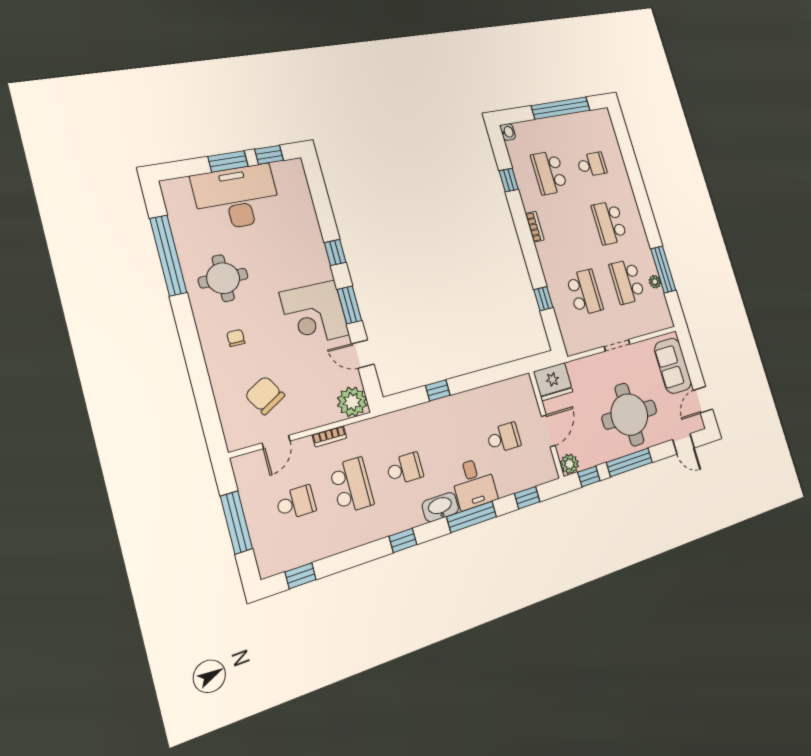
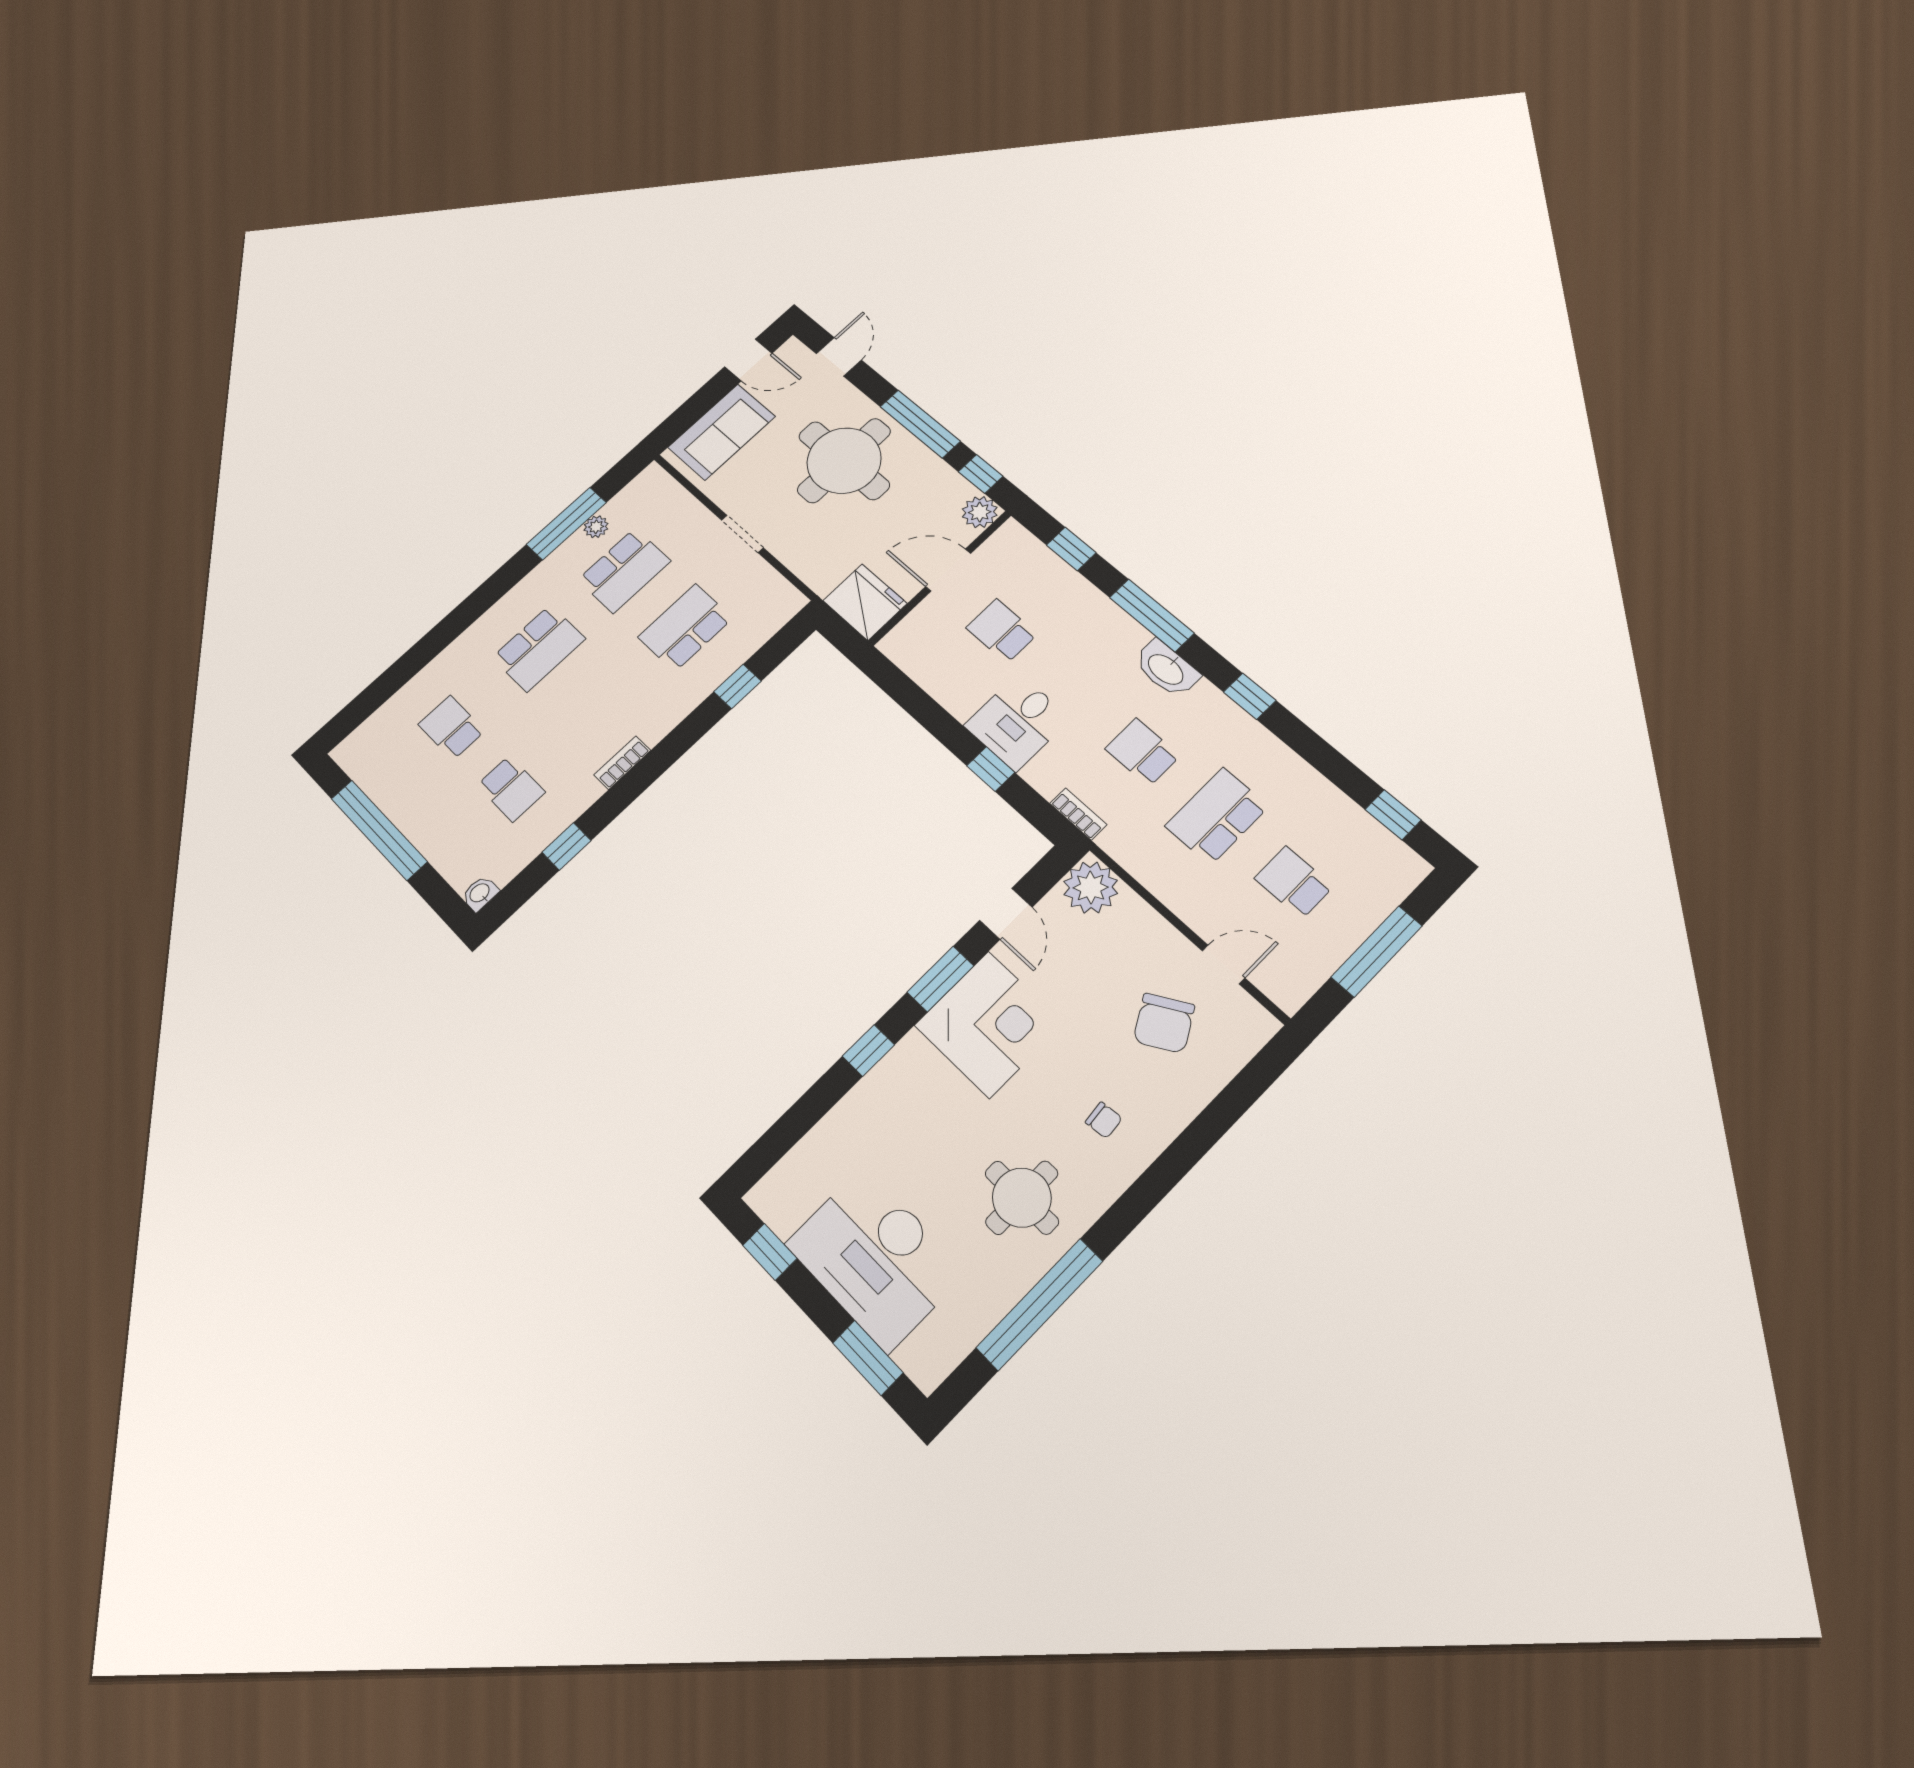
window: (228, 161) -> (868, 1358), moved
school desk: (549, 173) -> (511, 789), width x0.54
chair: (236, 338) -> (1104, 1120), turned -96
bookcase: (329, 436) -> (1078, 814), moved
desk: (474, 483) -> (1017, 722), moved, turned 180

